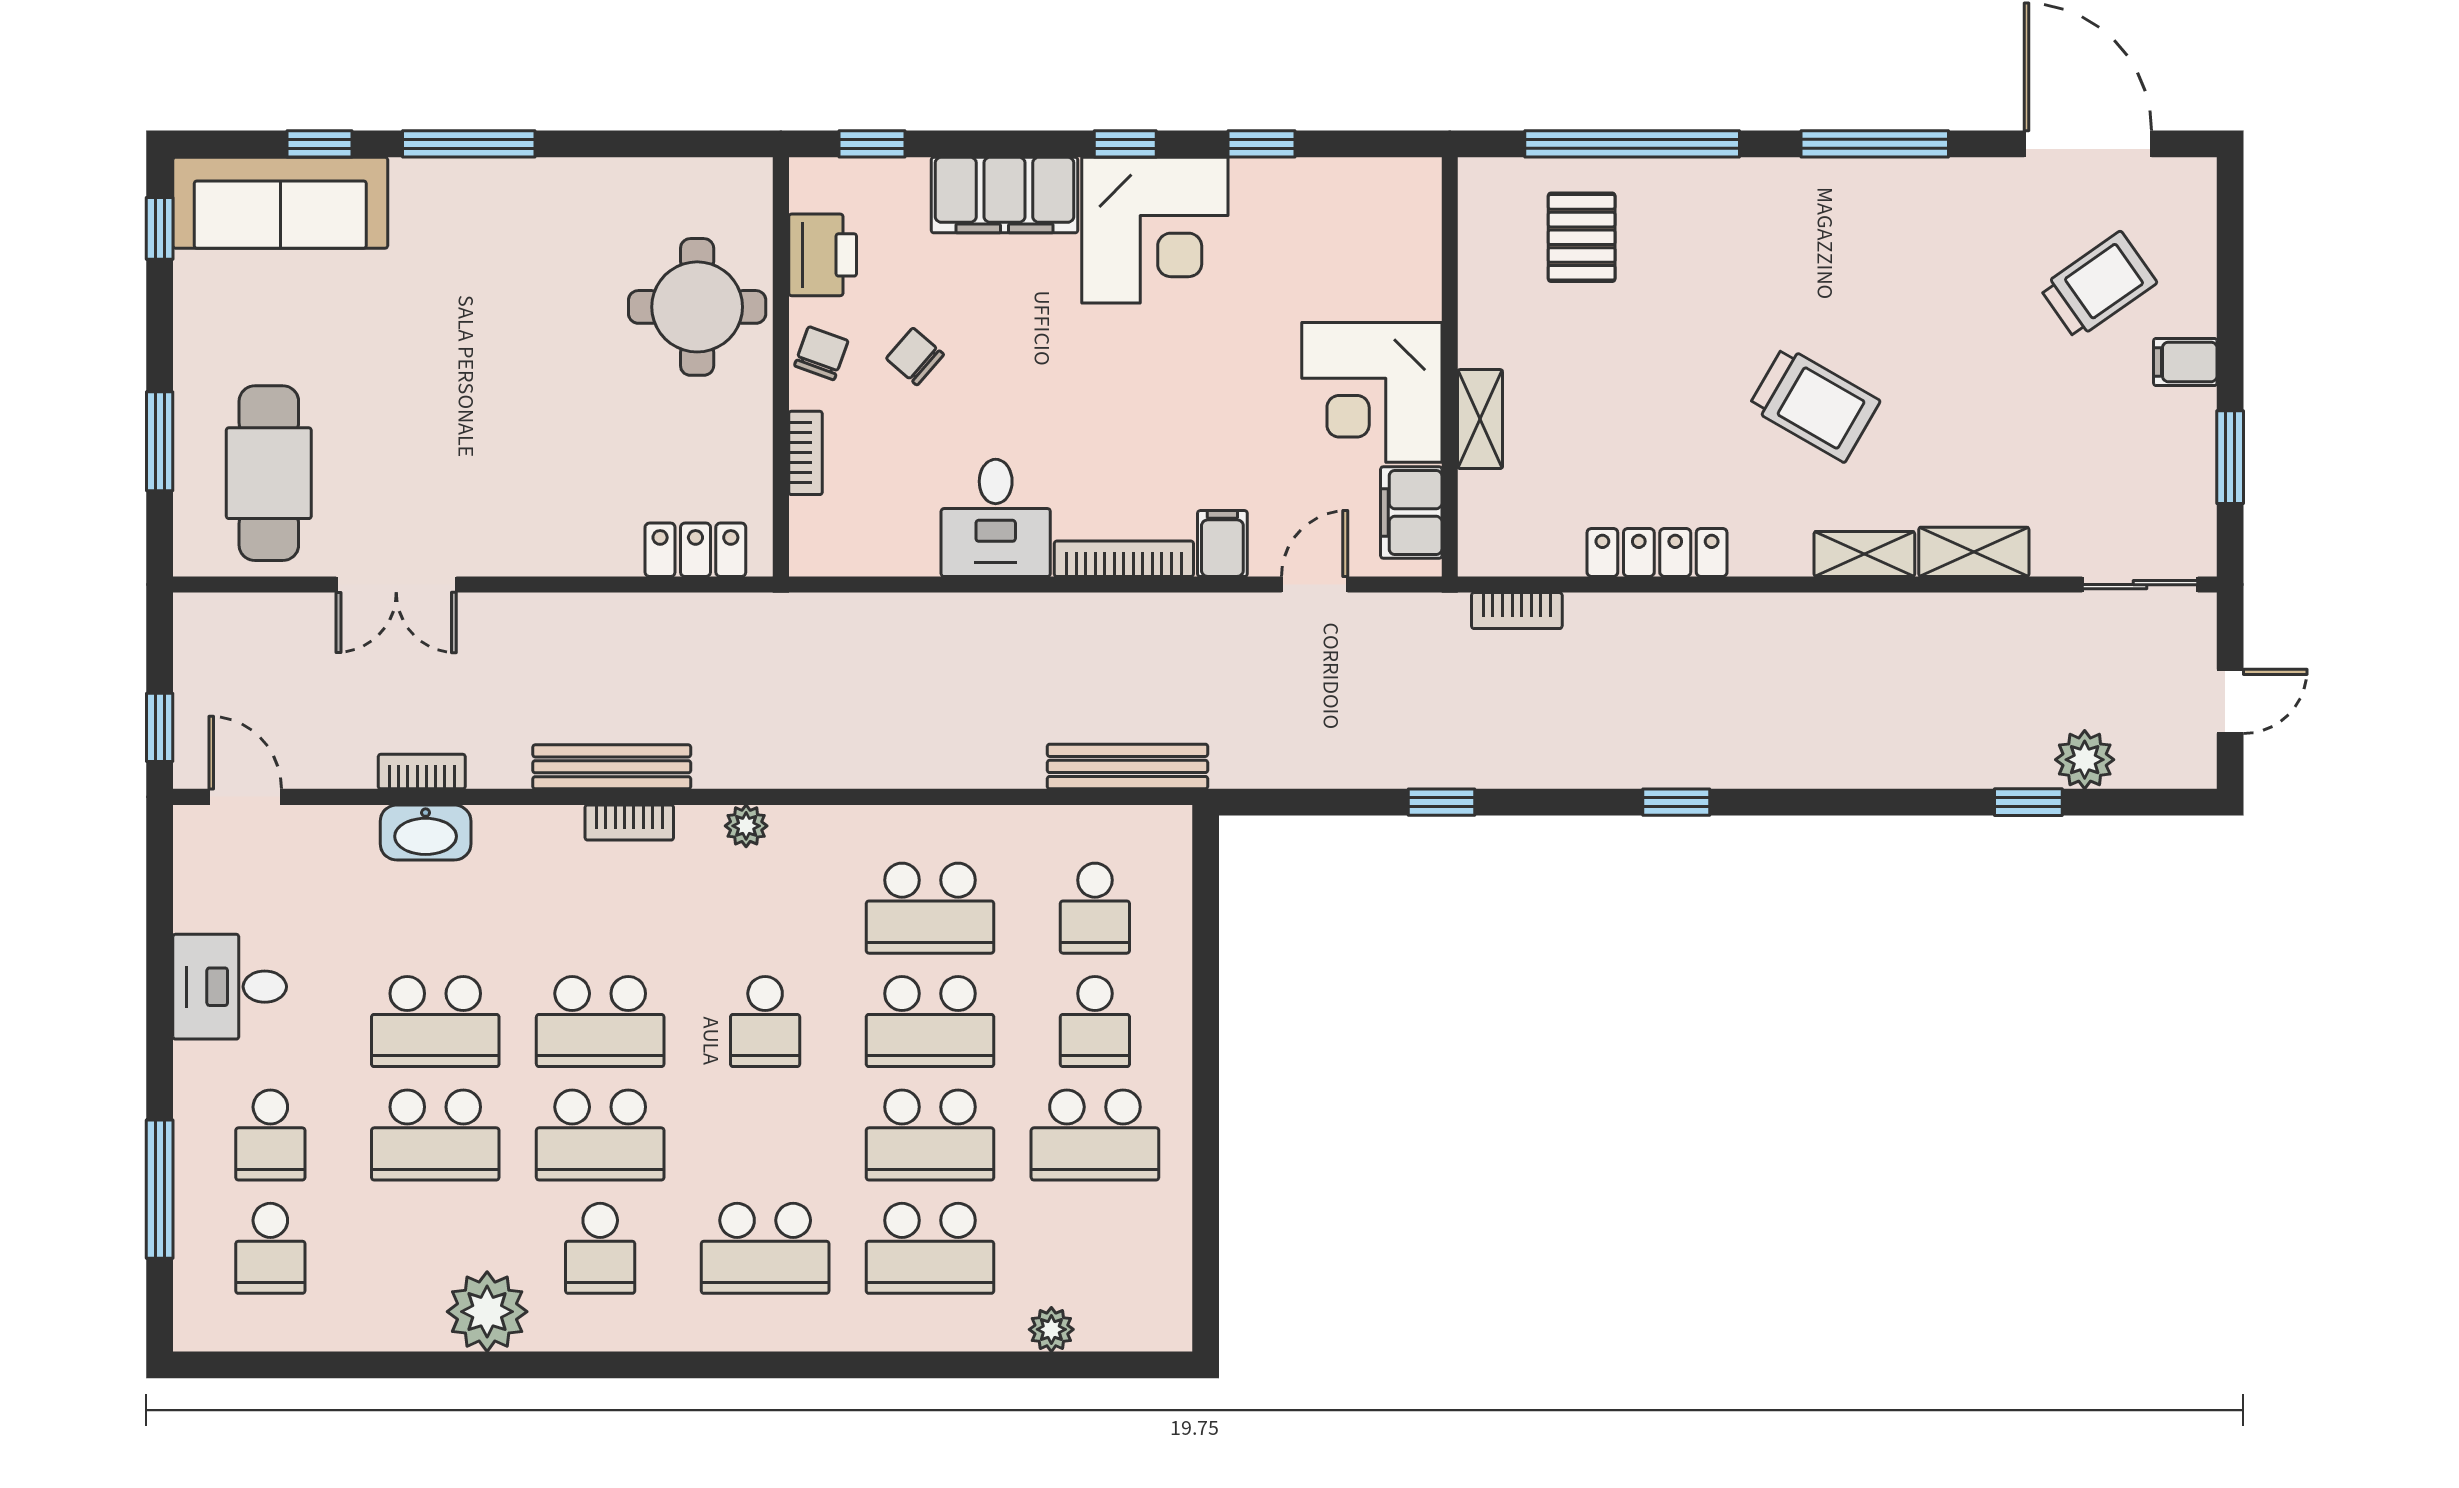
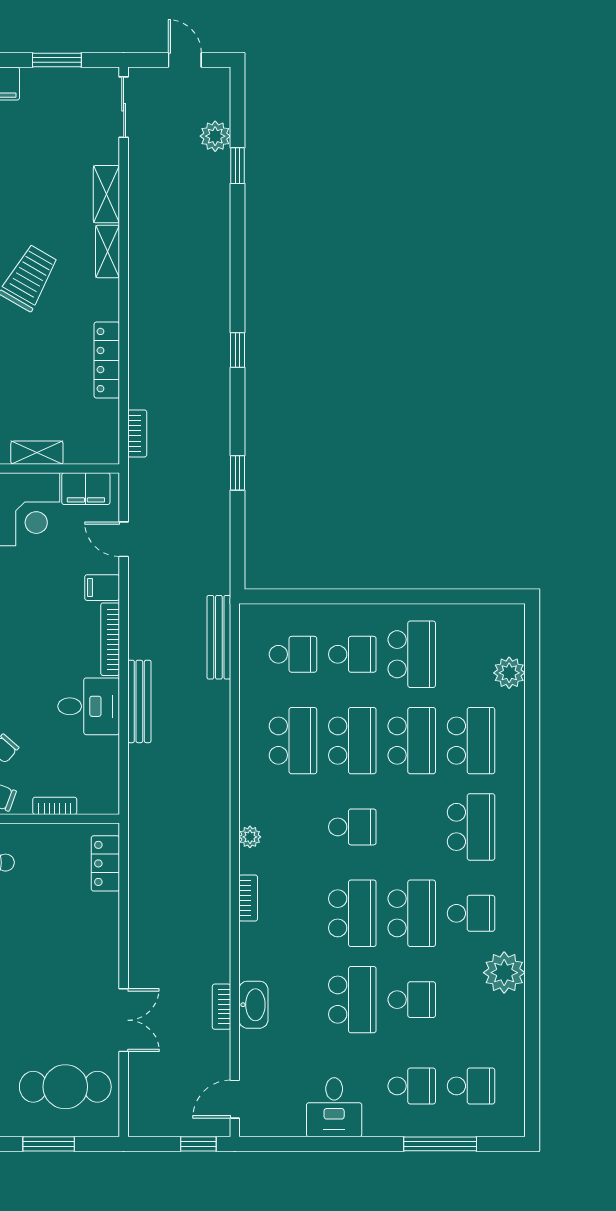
bench: (612, 767) -> (139, 701), moved
school desk: (435, 1135) -> (412, 1000), width x0.54
plant: (1051, 1329) -> (509, 673), width x1.38, depth x1.38

